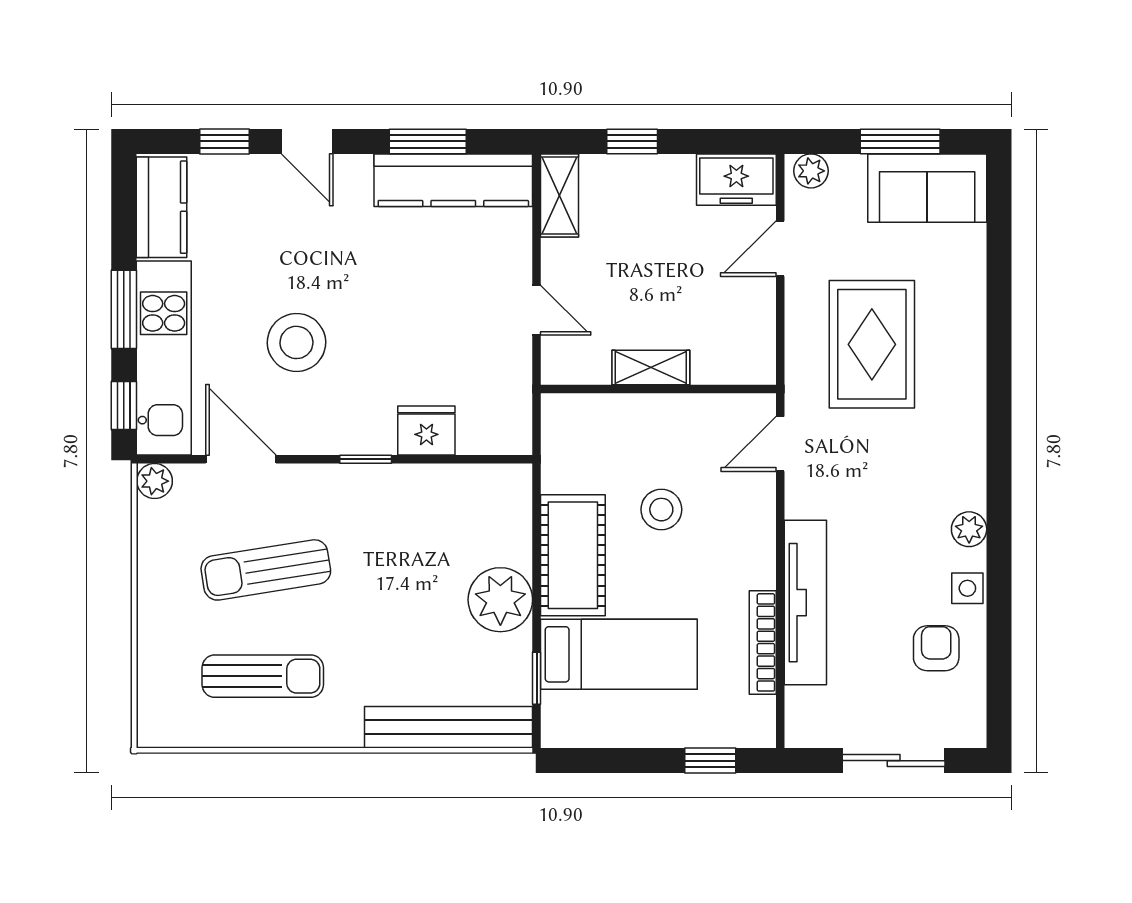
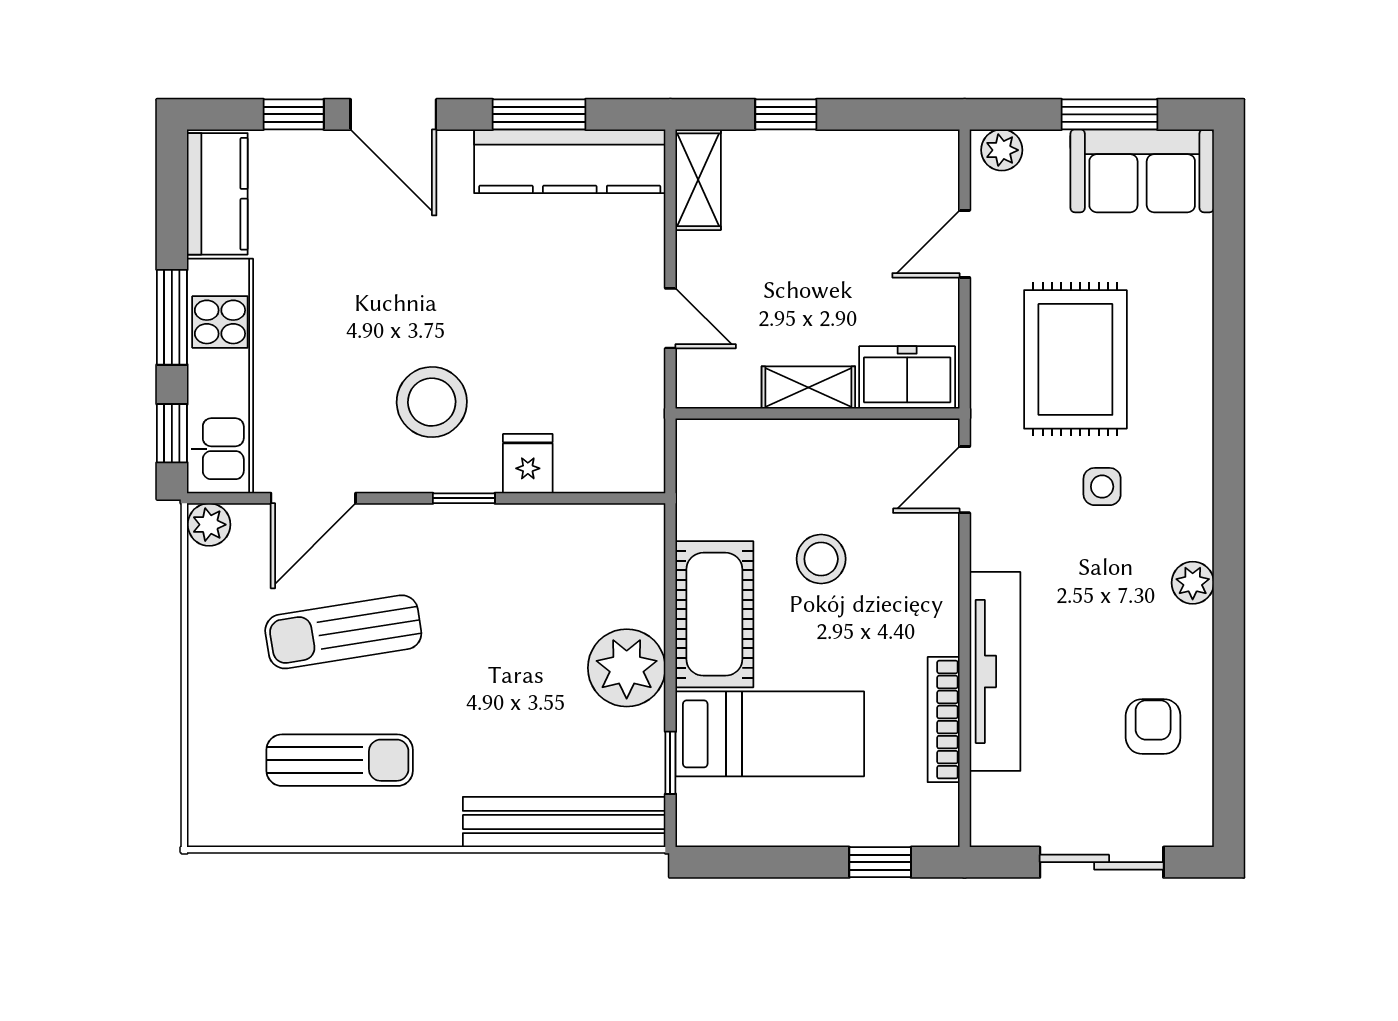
door: (307, 141) -> (393, 114), width x1.38
freezer: (736, 180) -> (907, 377), moved, turned 180
stool: (296, 342) -> (432, 402), moved
fridge: (426, 431) -> (528, 464), width x0.72
door: (241, 459) -> (313, 498), swing flipped
side table: (967, 588) -> (1102, 487), moved

